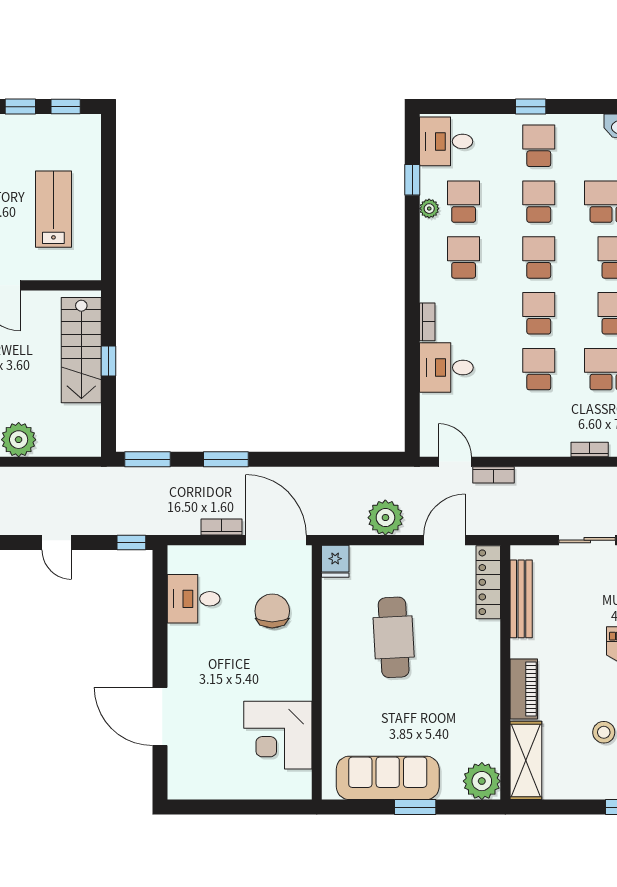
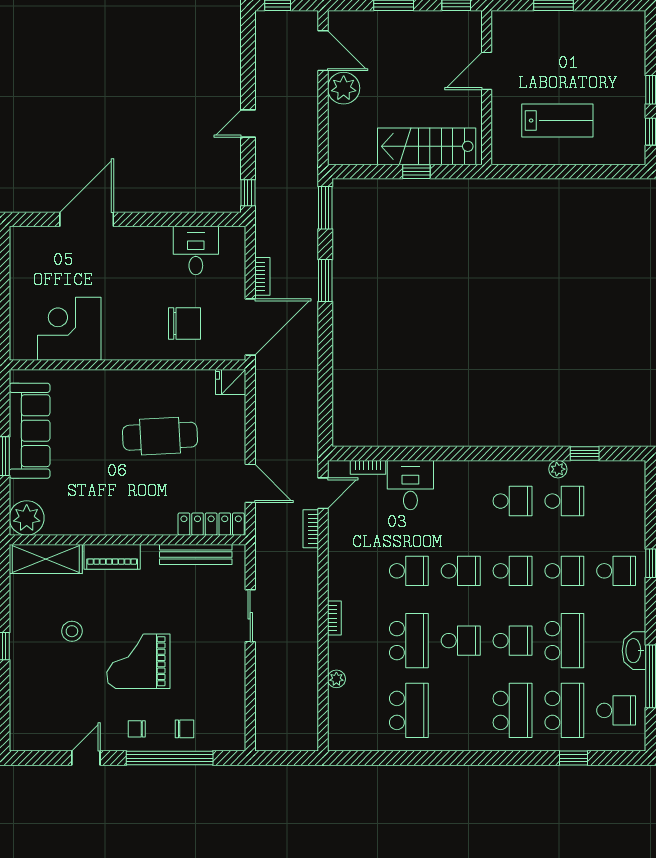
desk: (446, 141) -> (620, 485), removed
bookcase: (427, 322) -> (368, 467), moved
plant: (385, 518) -> (271, 429), removed

